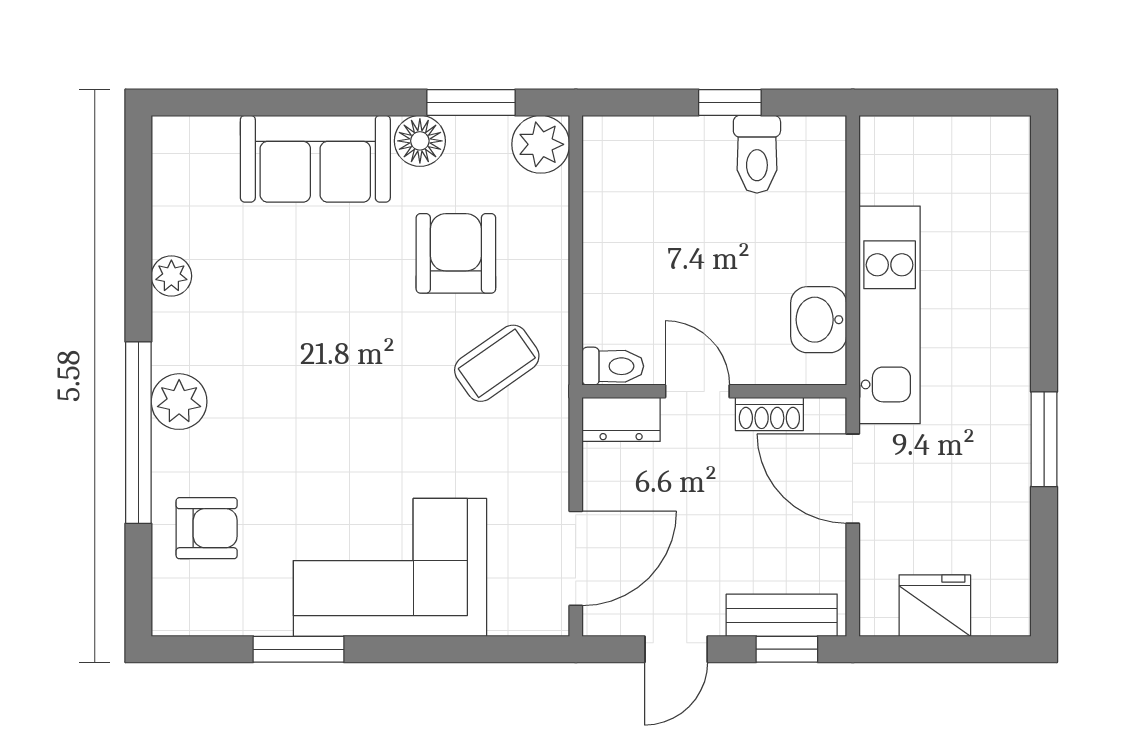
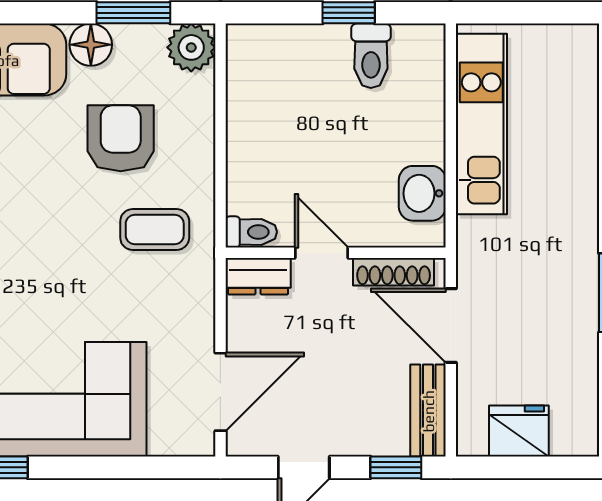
kitchen unit: (890, 315) -> (481, 124), moved
coffee table: (497, 363) -> (155, 230), turned 35
shoe rack: (769, 414) -> (394, 272), width x1.43
bench: (782, 615) -> (428, 411), moved, turned 90

